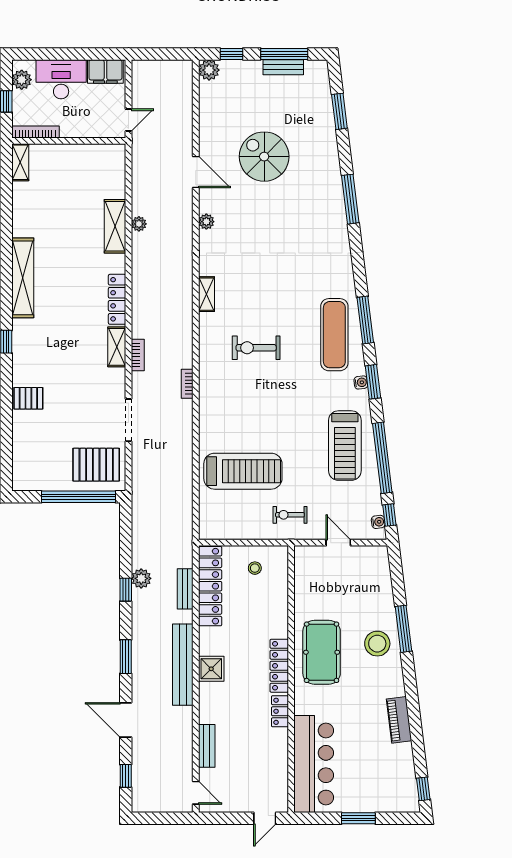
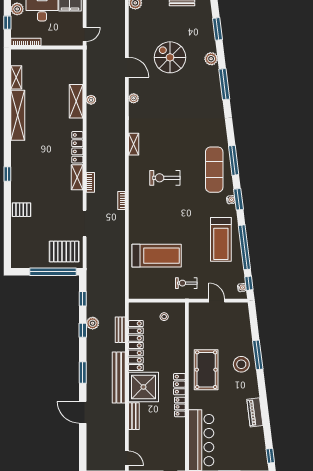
plant: (329, 159) -> (211, 59), added
shelving: (20, 162) -> (16, 77), moved
shelving: (23, 278) -> (18, 115), moved
locker: (210, 586) -> (136, 346), moved
locker: (279, 666) -> (179, 384), width x0.66
shower: (211, 669) -> (143, 387), width x1.86, depth x1.86
bench: (207, 746) -> (134, 416), moved
window: (126, 776) -> (83, 299), moved

